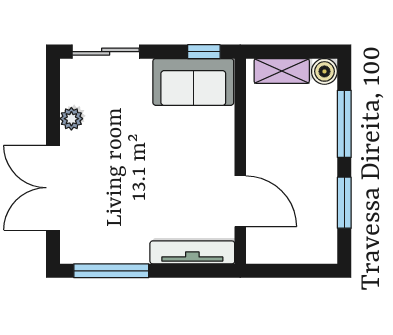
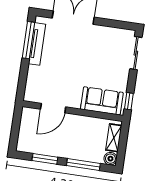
sofa: (193, 82) -> (102, 101), moved, turned 90
plant: (71, 119) -> (106, 32), removed
tv unit: (192, 252) -> (37, 44), moved

